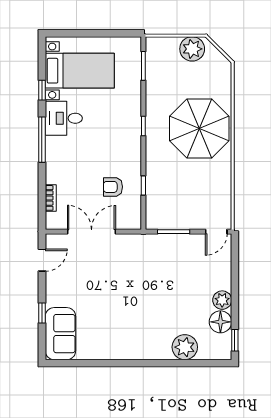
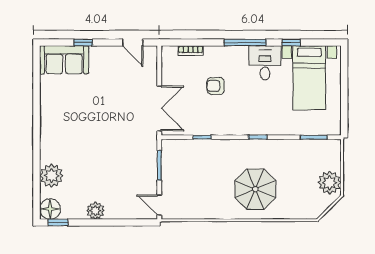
parasol: (199, 129) -> (255, 189), width x0.73, depth x0.73
armchair: (113, 187) -> (216, 86), moved, turned -90
double door: (92, 232) -> (159, 108), moved
floor lamp: (220, 322) -> (50, 209), moved

